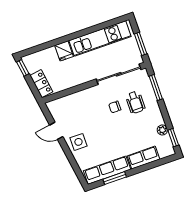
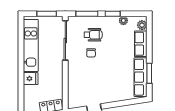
window: (173, 138) -> (113, 14), moved
side table: (78, 142) -> (109, 93), removed
plant: (164, 152) -> (142, 25), added

